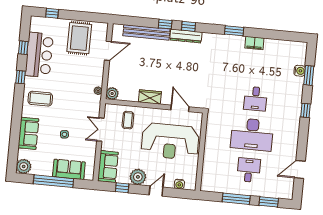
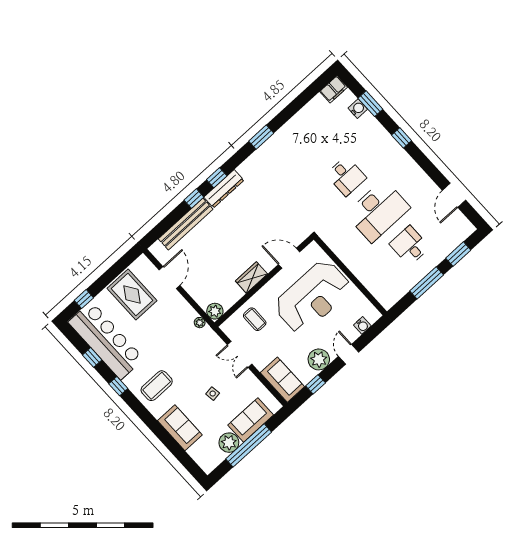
filing cabinet: (254, 43) -> (334, 89), moved
bar counter: (39, 55) -> (106, 340), width x1.36
plant: (24, 166) -> (229, 443), moved

